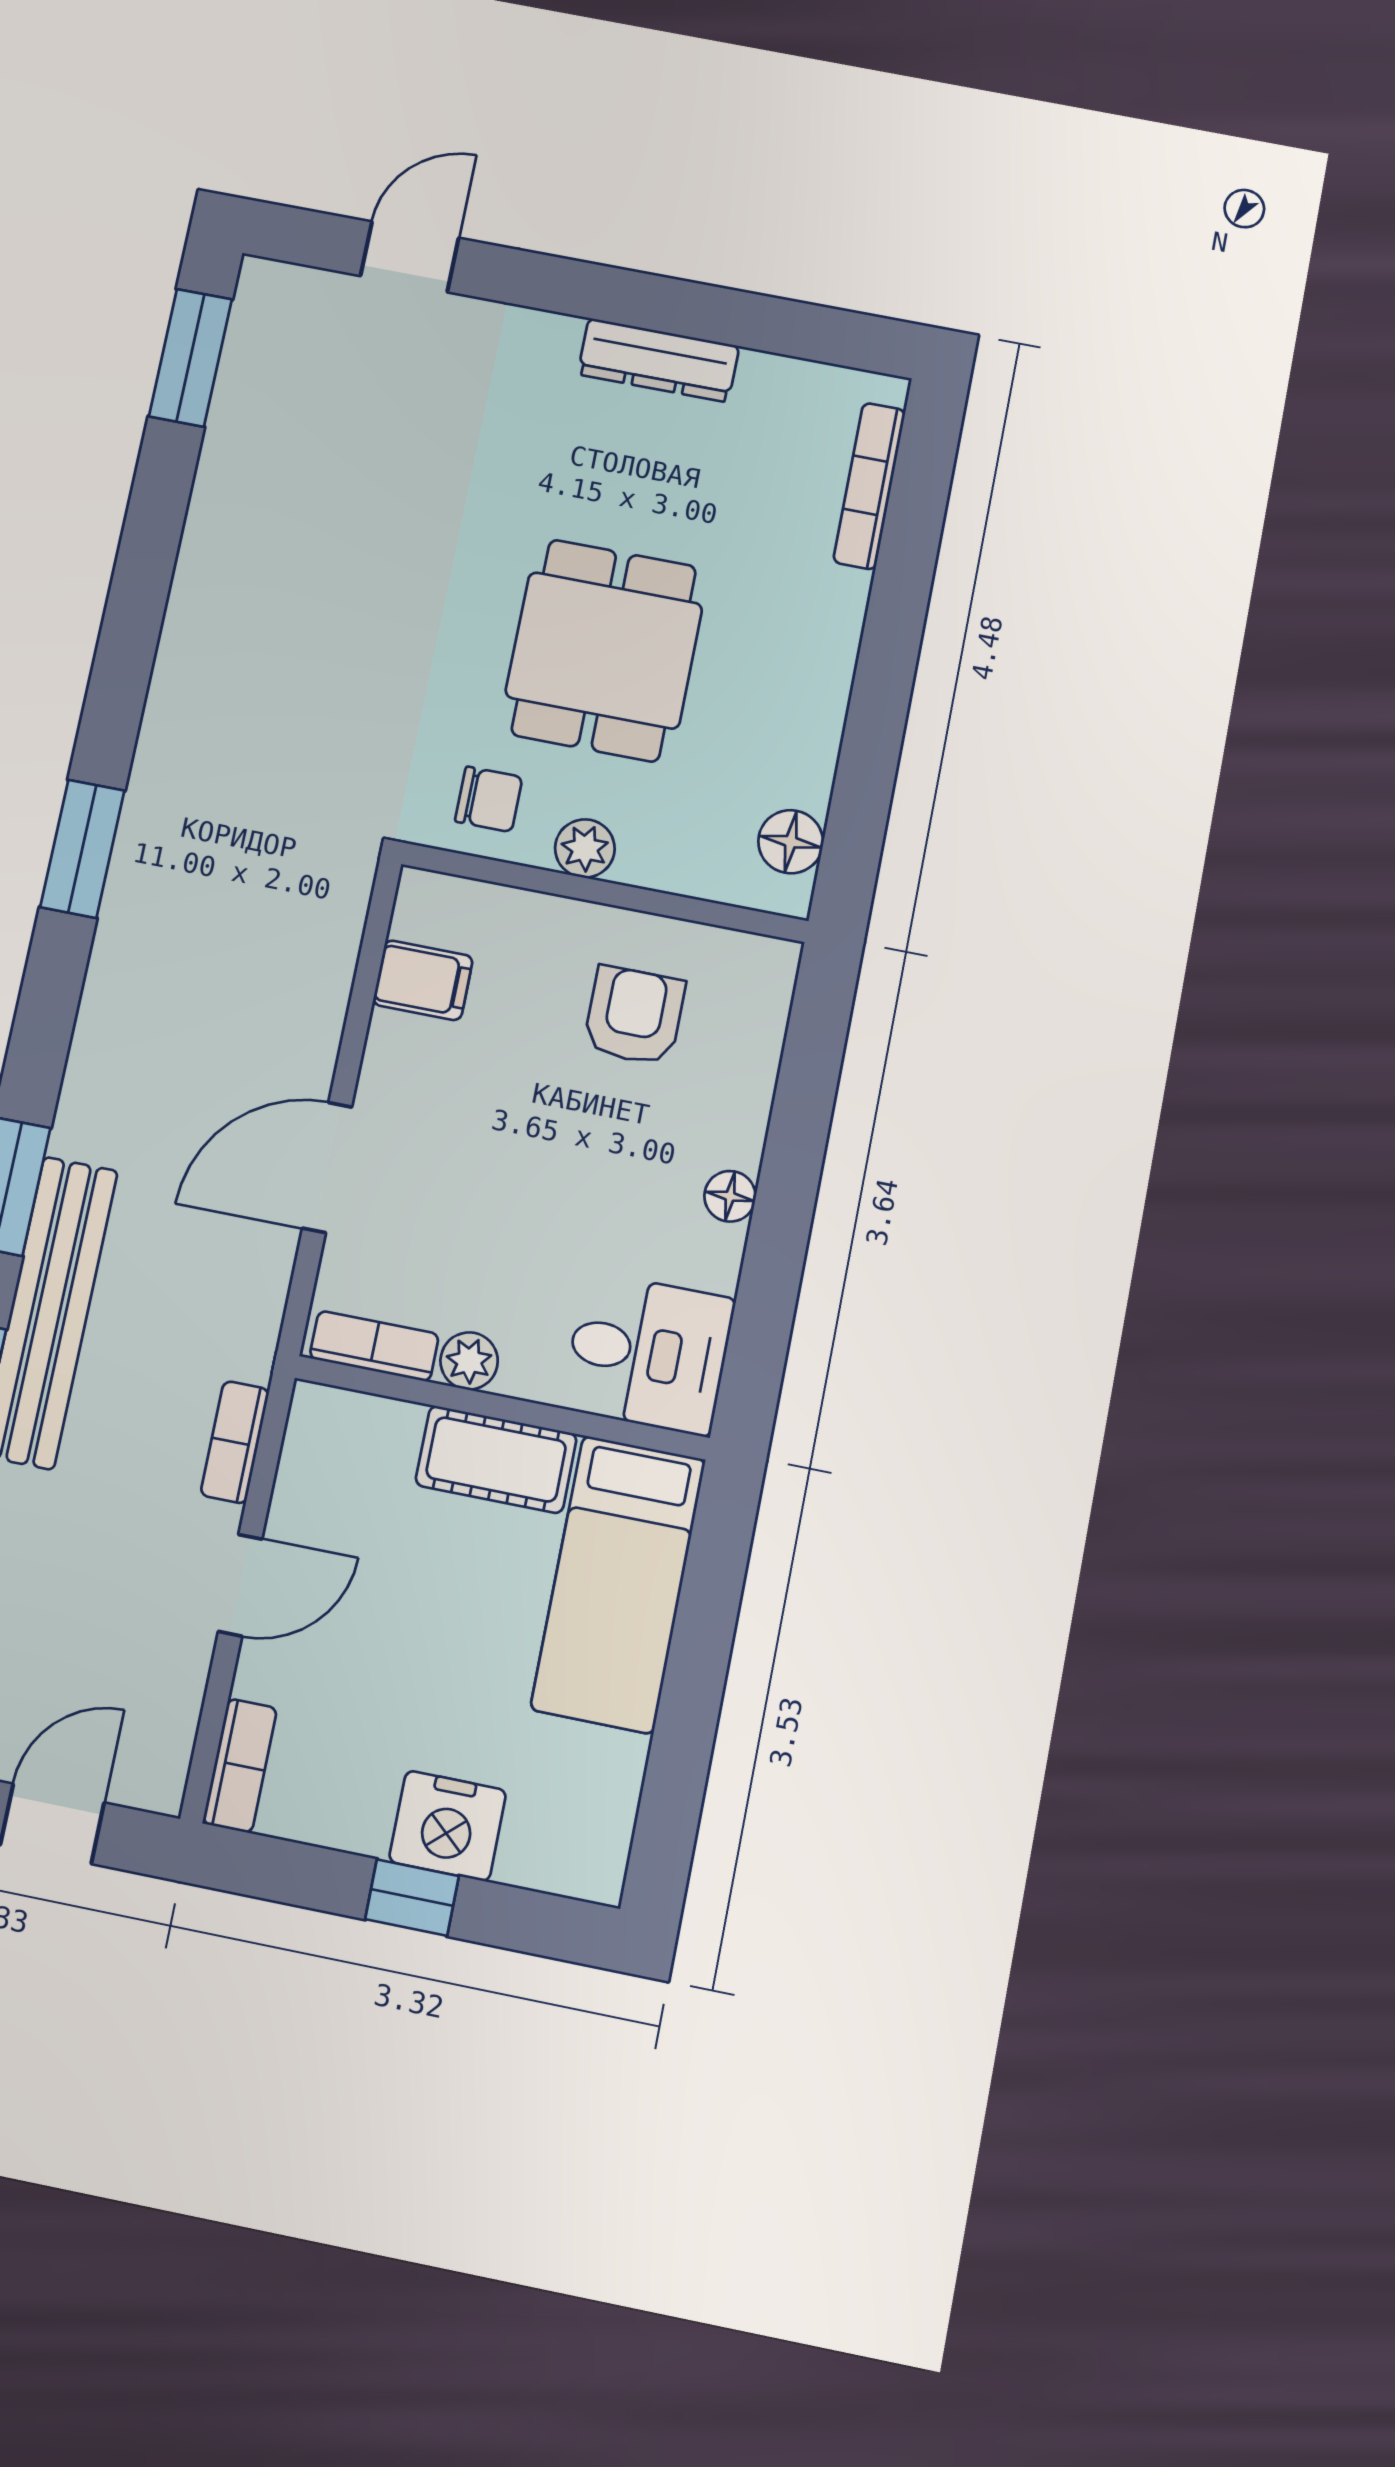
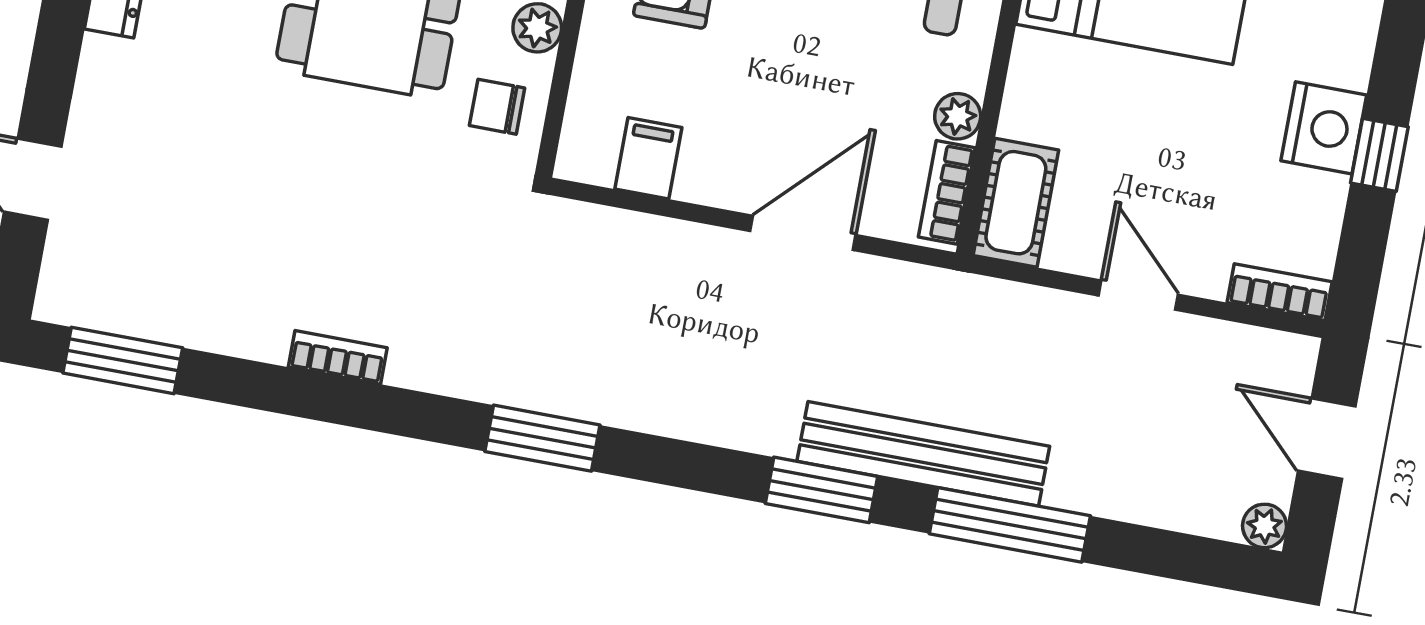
chair: (489, 799) -> (497, 107), turned -90
door: (327, 1167) -> (803, 233), swing flipped
bookcase: (235, 1442) -> (338, 357), moved, turned 180
cot: (496, 1460) -> (1016, 203), moved

